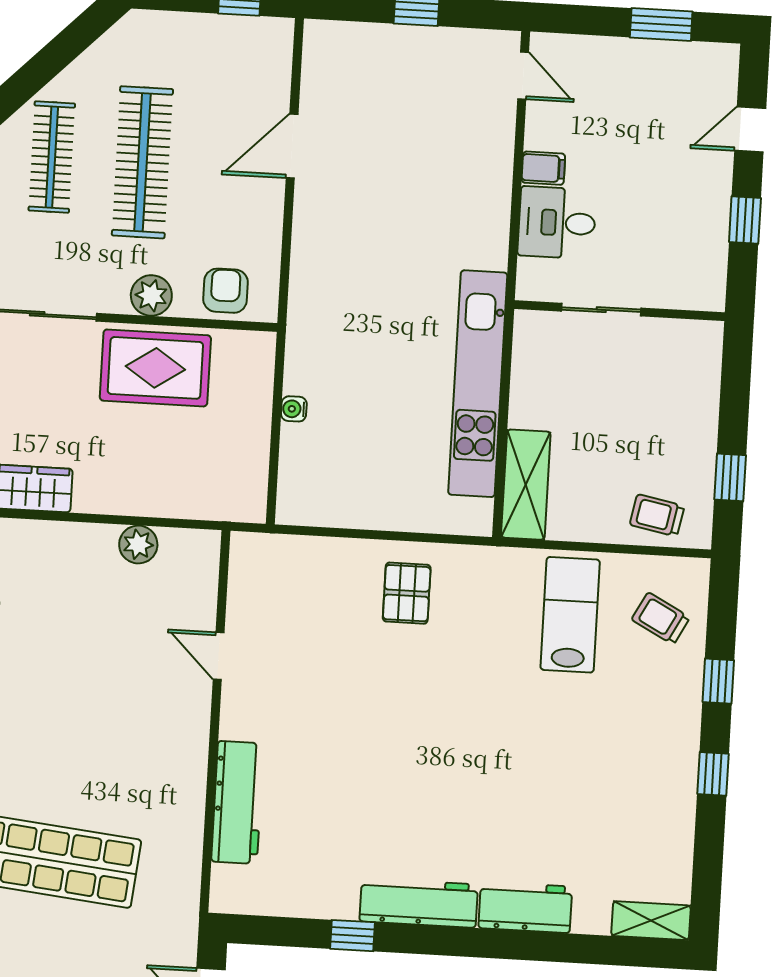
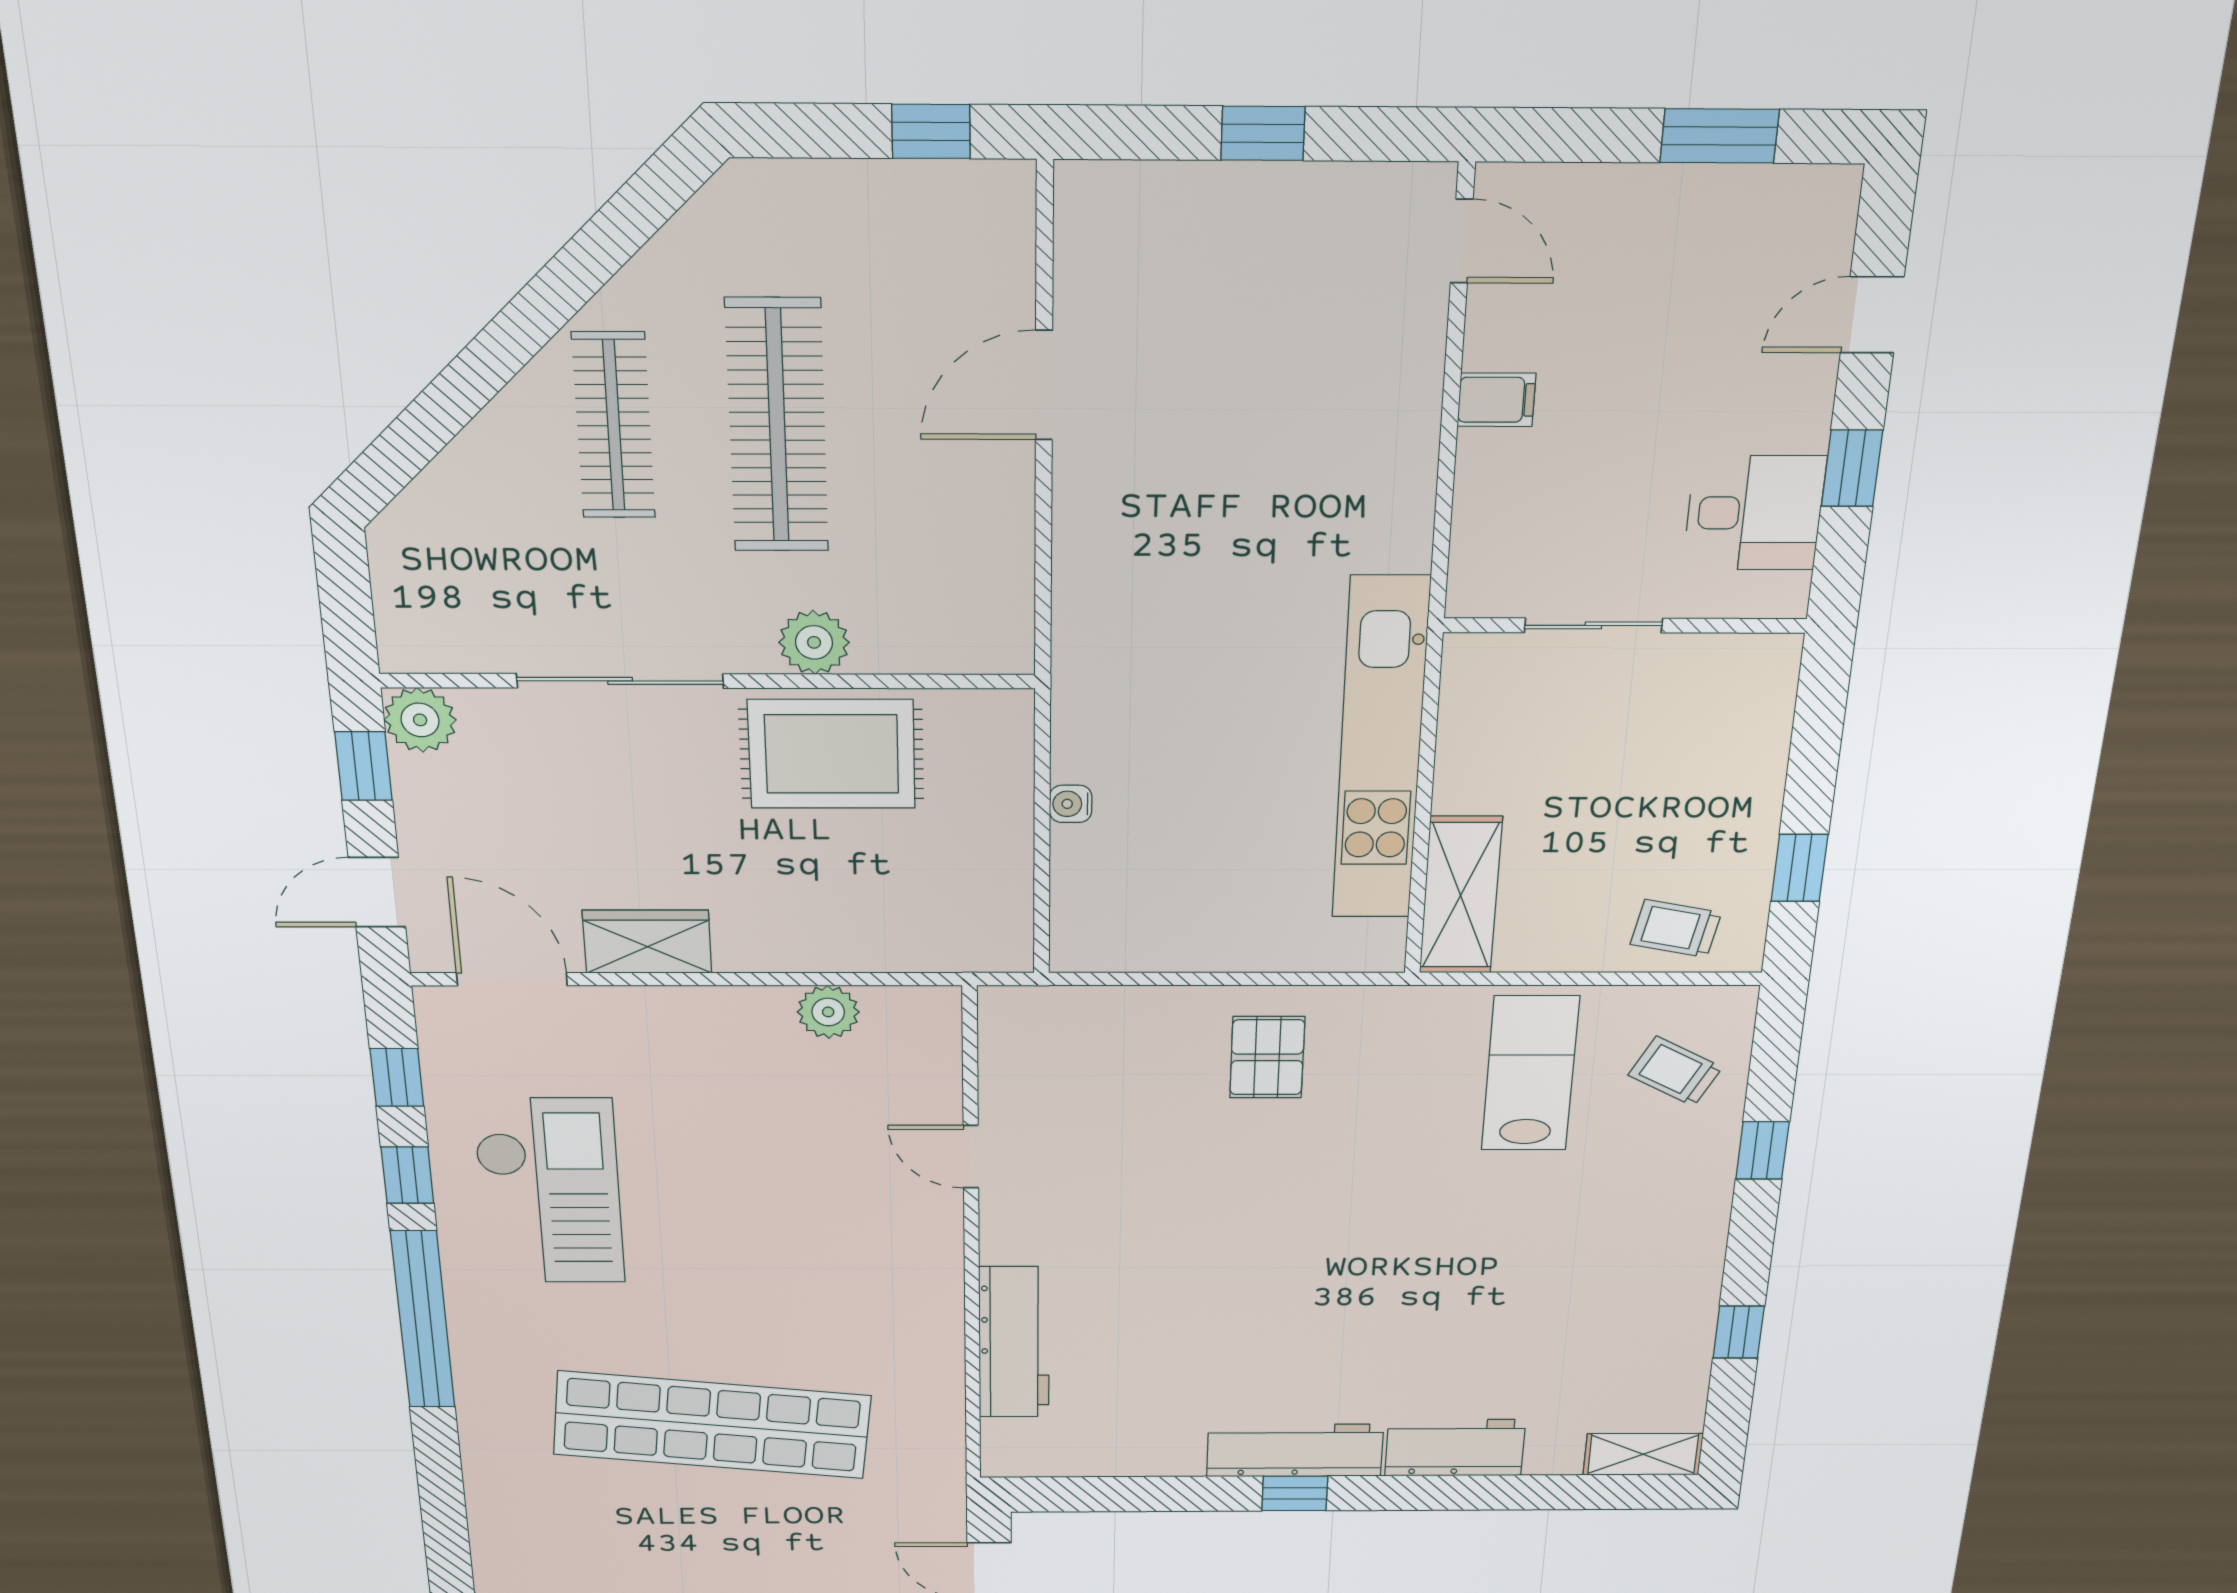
desk: (557, 223) -> (1754, 513), moved, turned 180
armchair: (225, 291) -> (942, 628), removed
window: (713, 774) -> (1739, 1332), moved
window: (353, 936) -> (1295, 1493), moved

